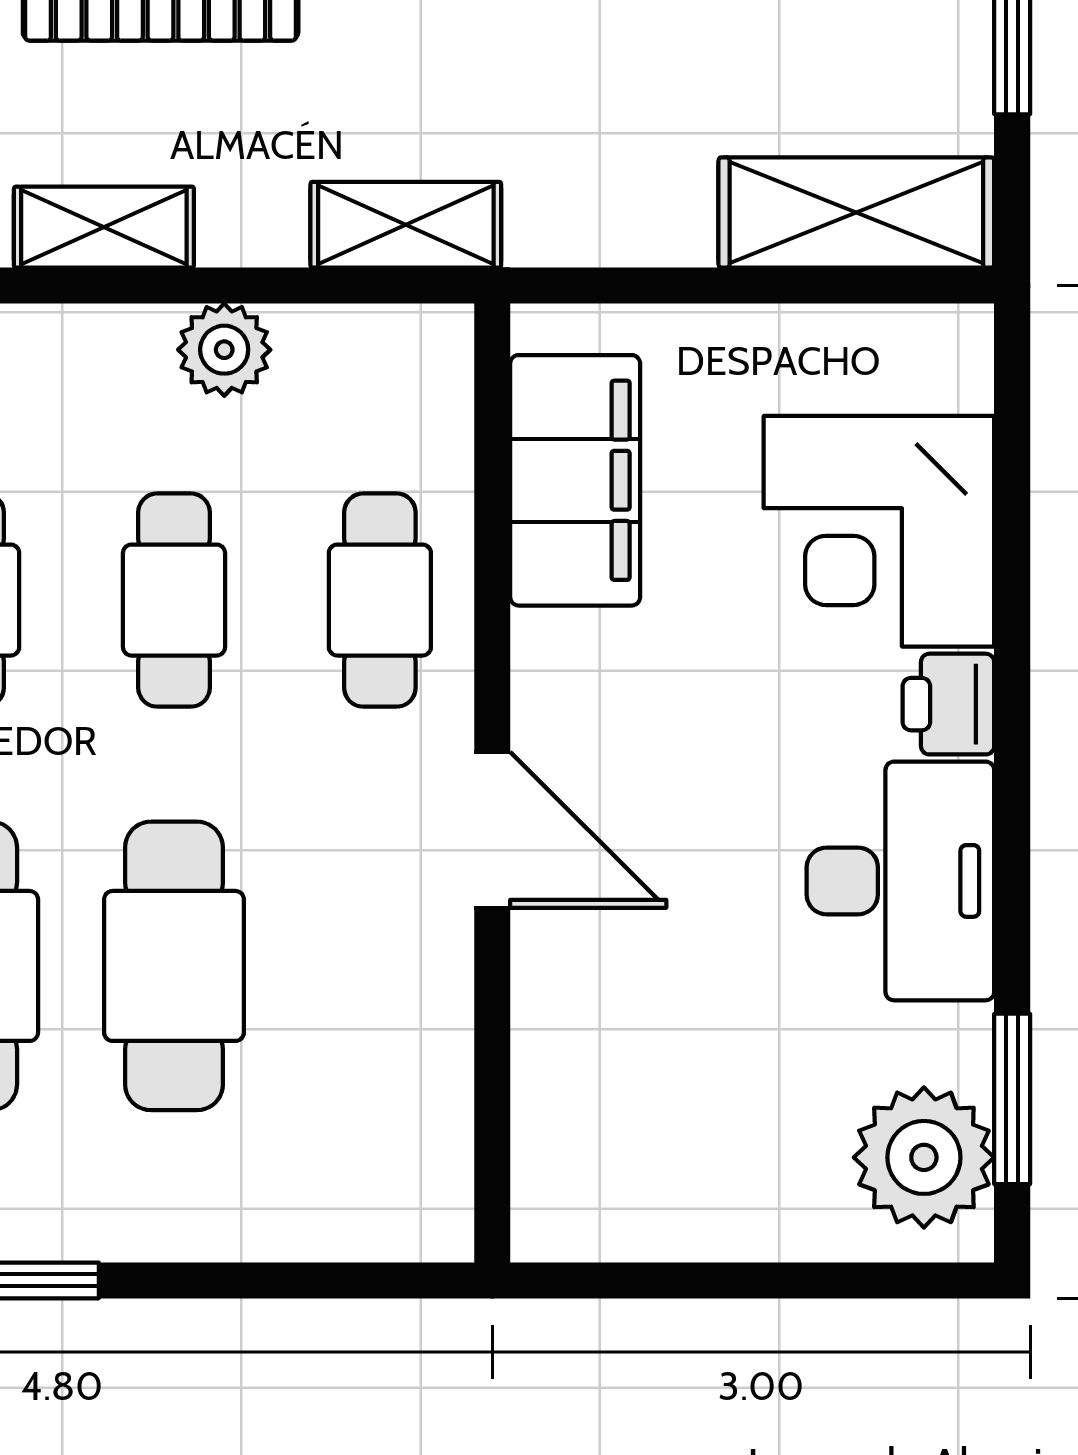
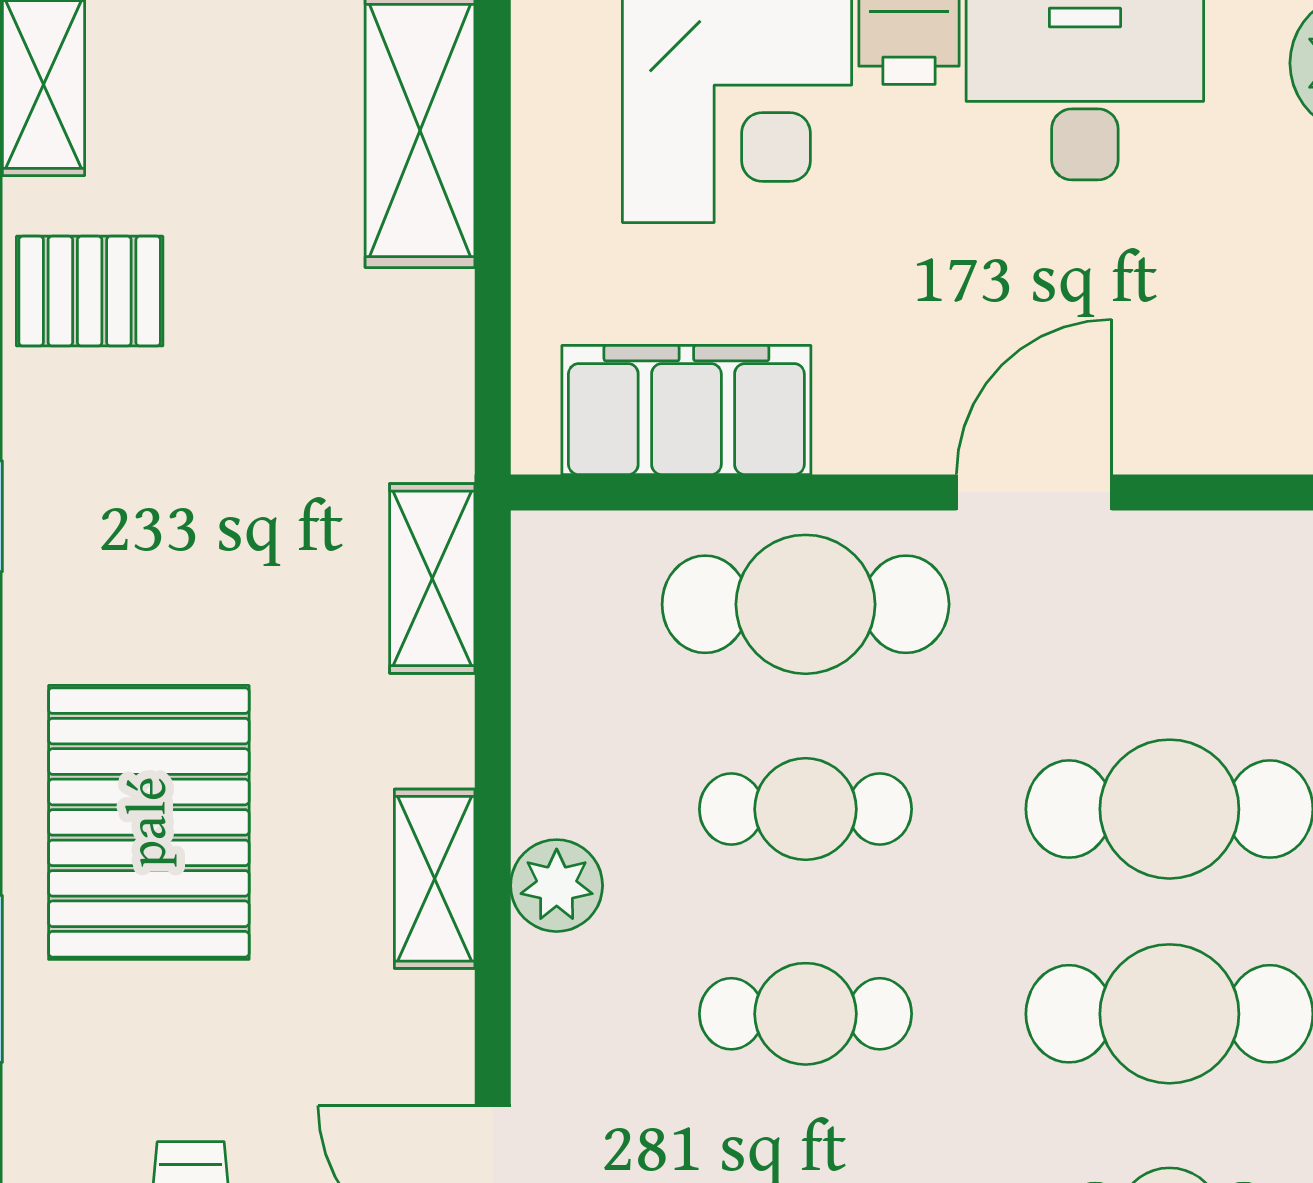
plant: (224, 350) -> (557, 886), moved
cafe table: (380, 600) -> (806, 604), width x1.37, depth x1.35

